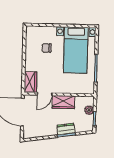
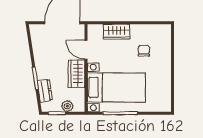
bed with nightstands: (76, 50) -> (116, 87), moved, turned 180
wardrobe: (30, 82) -> (117, 32), moved
dresser: (66, 129) -> (45, 90), moved

